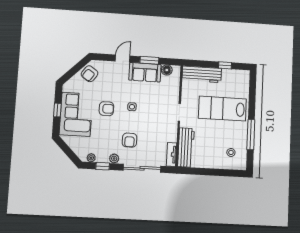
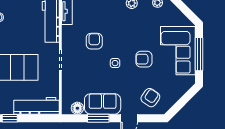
armchair: (90, 74) -> (150, 98), moved
window: (57, 110) -> (199, 54), width x2.17
armchair: (130, 140) -> (94, 41), moved

